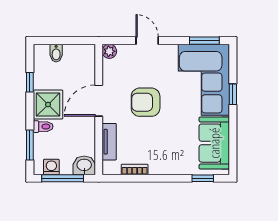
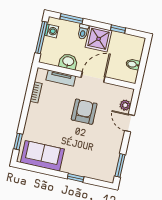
door: (147, 41) -> (129, 123), swing flipped
plant: (109, 51) -> (125, 105), moved
bidet: (56, 53) -> (133, 64), moved
corner sofa: (204, 80) -> (91, 159), removed
door: (99, 101) -> (93, 77), hinge flipped
washbasin: (84, 165) -> (68, 62), moved, turned -90

